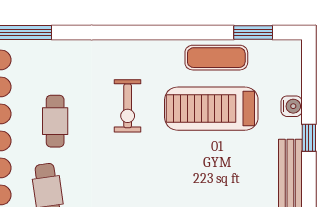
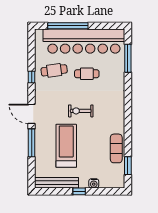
exercise bike: (128, 106) -> (81, 111), moved
treadmill: (211, 109) -> (66, 146), moved

